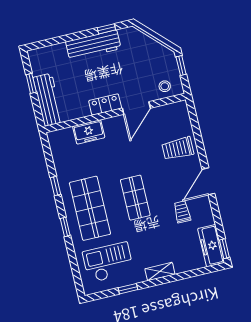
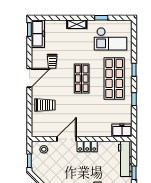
freezer: (89, 132) -> (122, 130), moved

